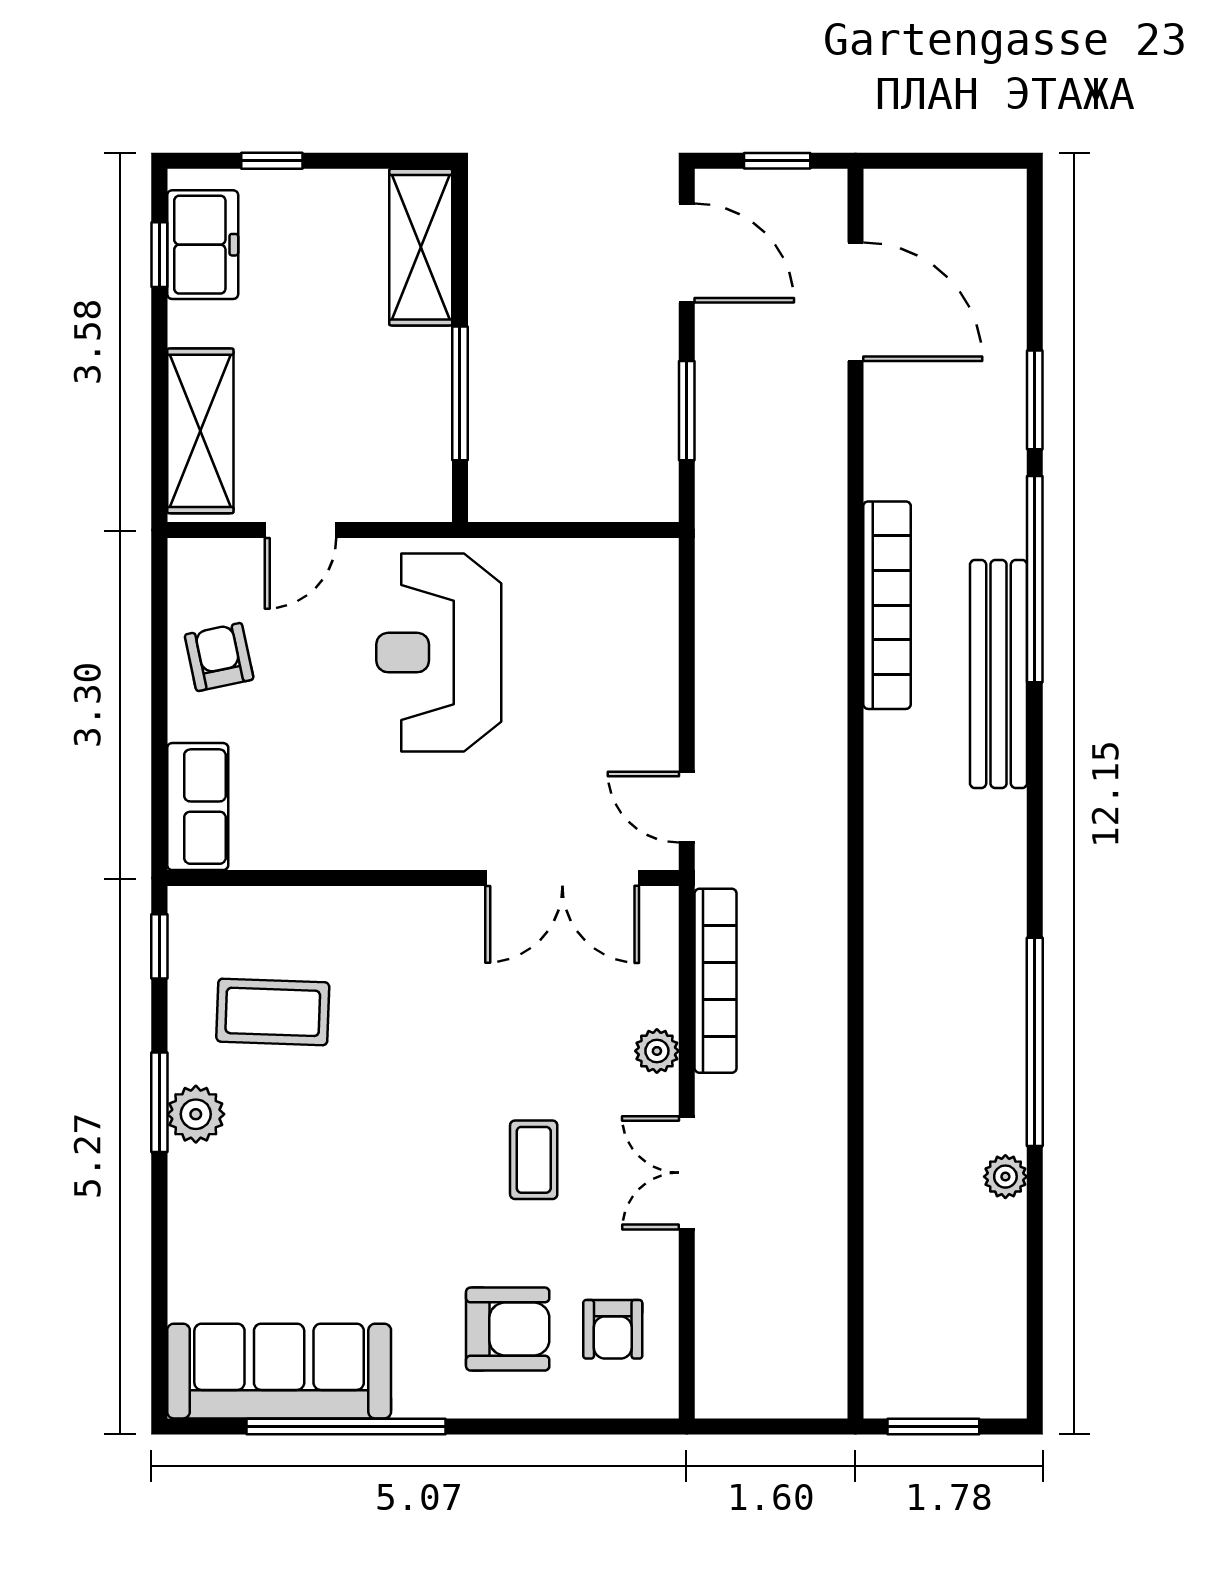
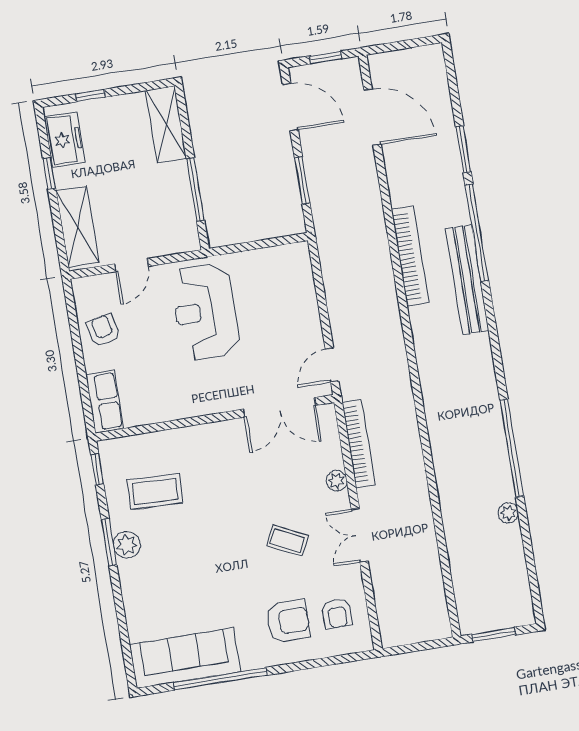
window: (159, 255) -> (49, 173), moved
door: (687, 807) -> (332, 365), hinge flipped
coffee table: (534, 1160) -> (287, 541), turned -64

